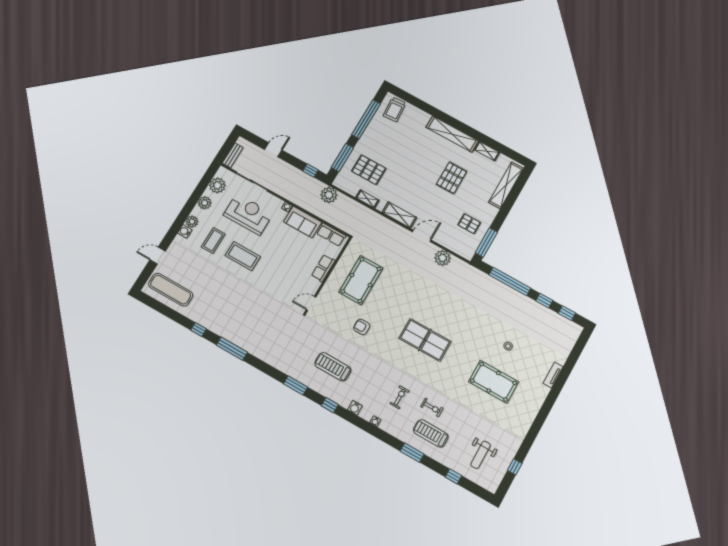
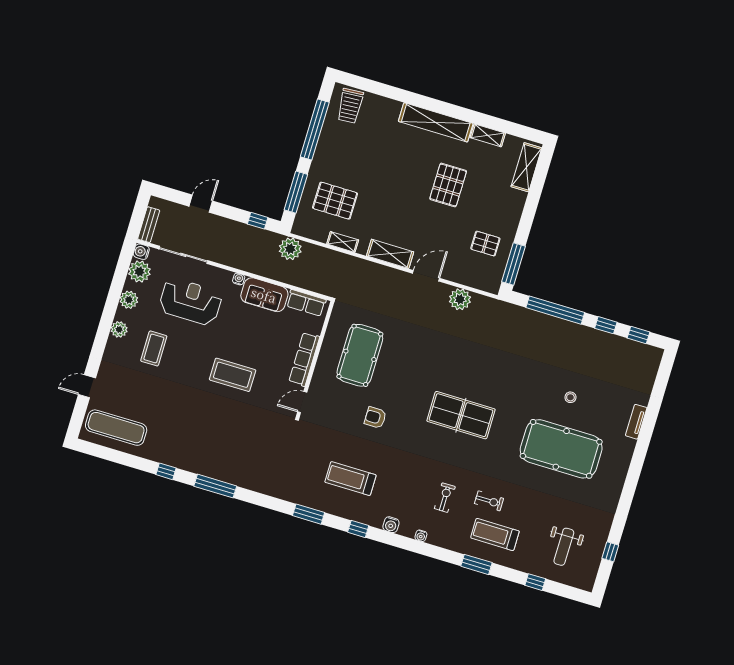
shelving: (506, 185) -> (526, 167), width x0.68
water cooler: (185, 231) -> (141, 252), moved
coffee table: (243, 256) -> (233, 375), moved
row of seats: (323, 268) -> (304, 359), width x1.48
pool table: (494, 382) -> (561, 449), width x1.36, depth x1.32

